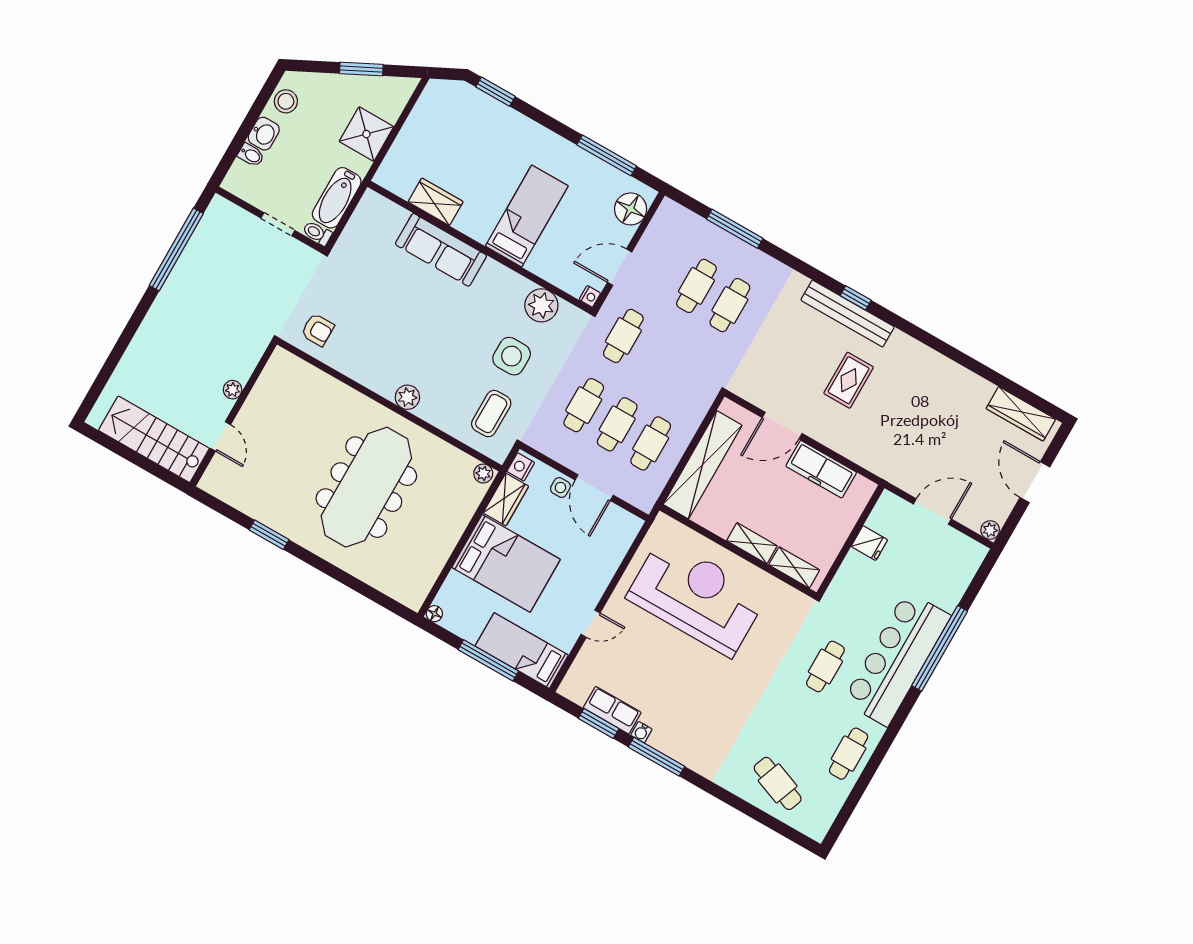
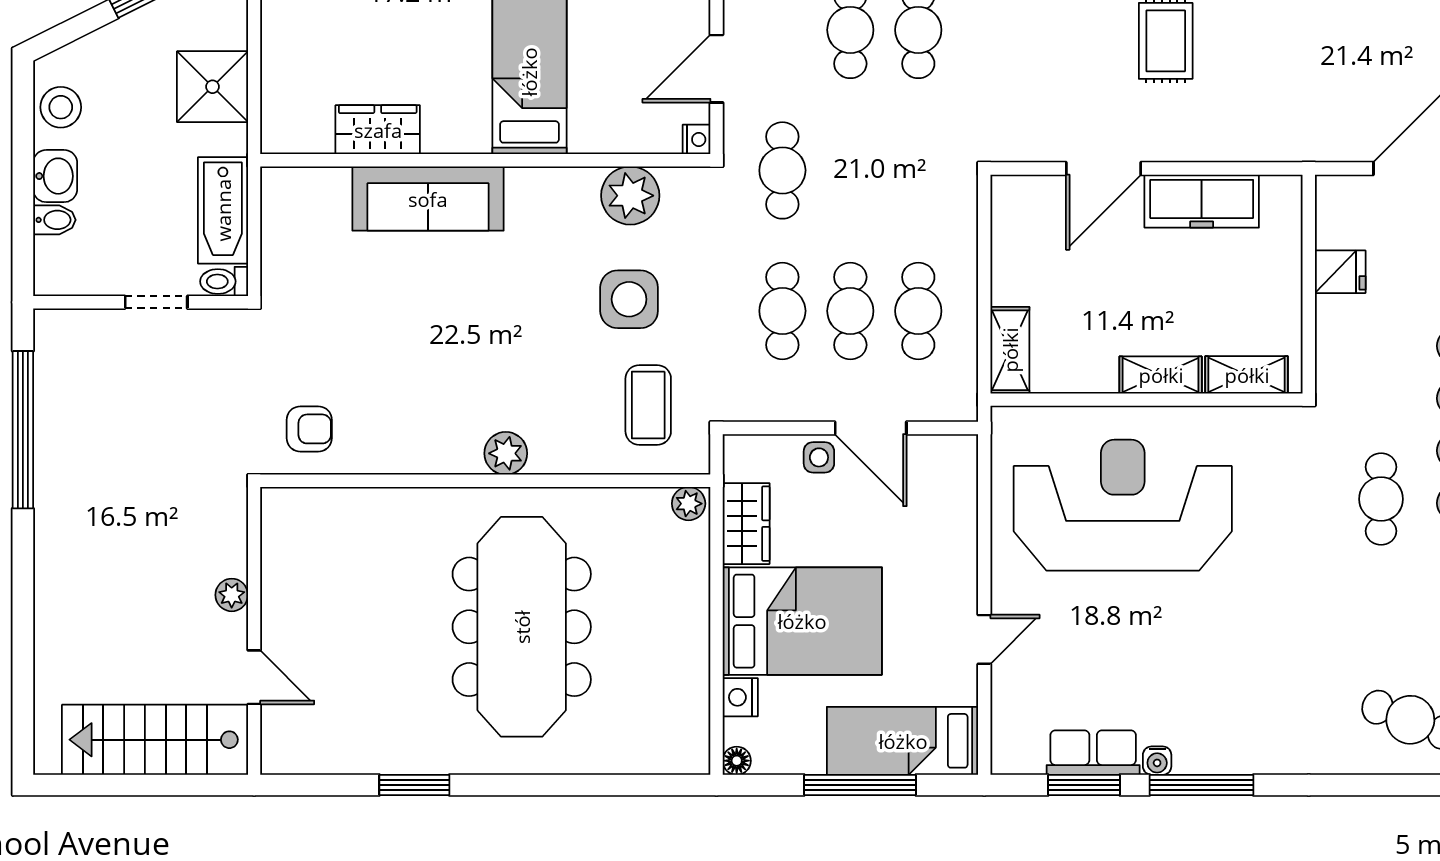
shelving: (703, 465) -> (1010, 350), width x0.45, depth x0.75
nightstand: (521, 467) -> (740, 697), moved

